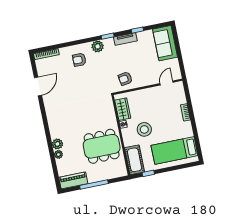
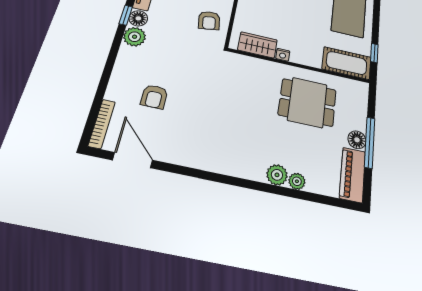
floor lamp: (109, 43) -> (138, 18), added
armchair: (79, 60) -> (154, 97), moved
door: (38, 86) -> (133, 160), moved
stool: (144, 129) -> (302, 29), removed
dining table: (102, 146) -> (307, 102), width x0.73
floor lamp: (93, 178) -> (357, 140), added

